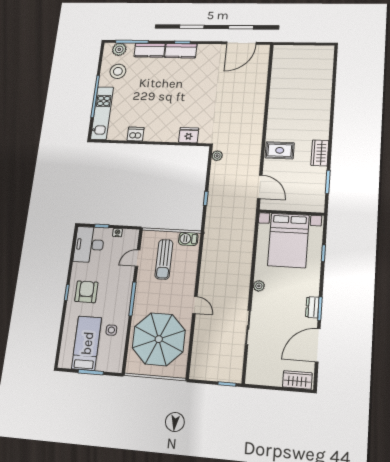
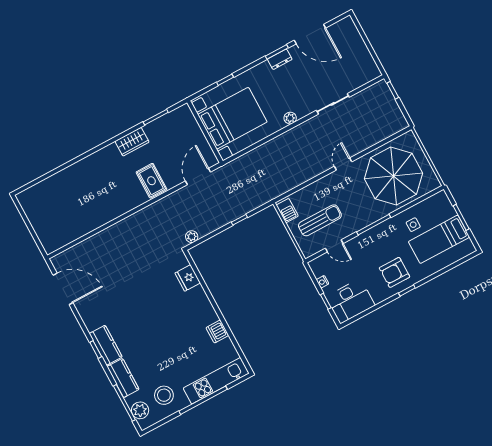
wardrobe: (297, 380) -> (350, 33), removed

